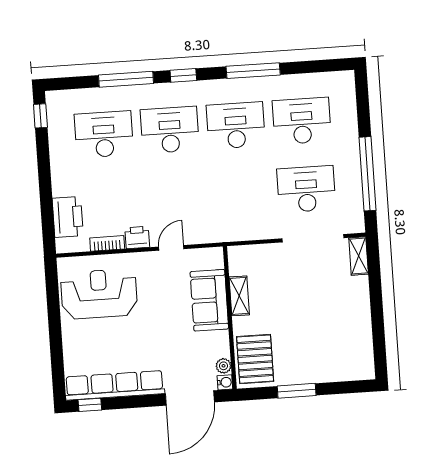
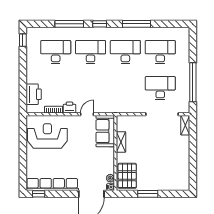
sofa: (209, 300) -> (105, 131), moved

